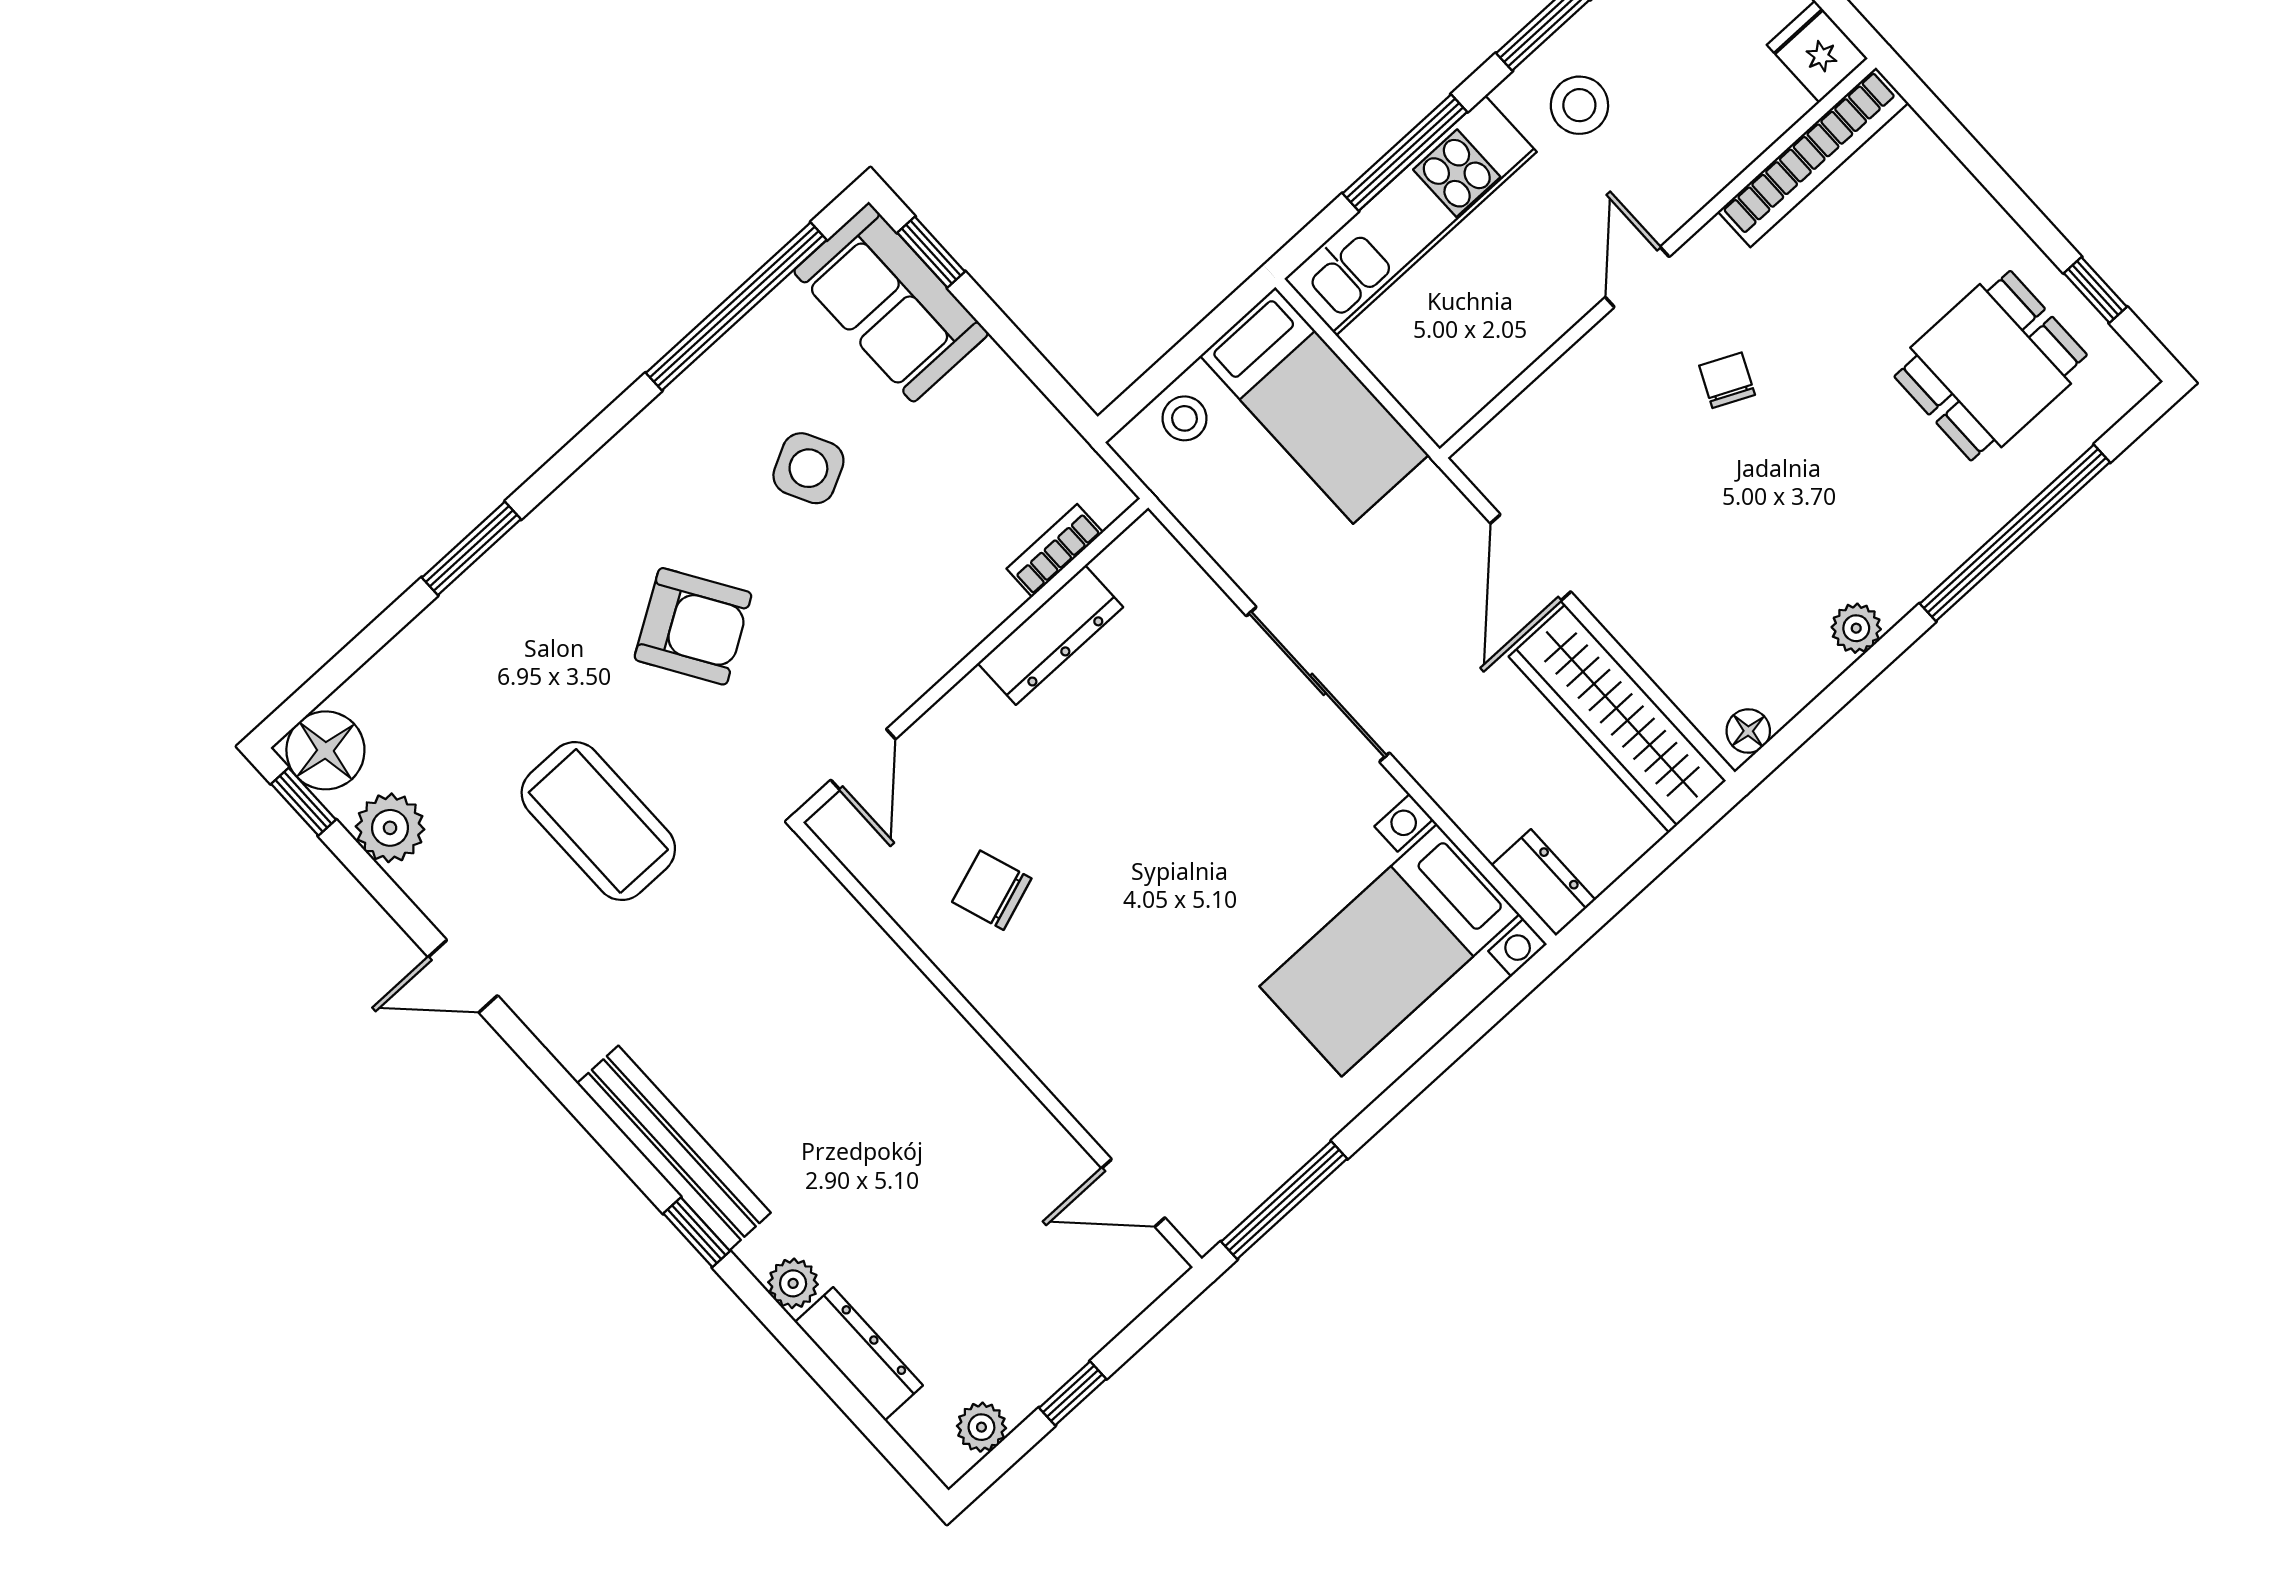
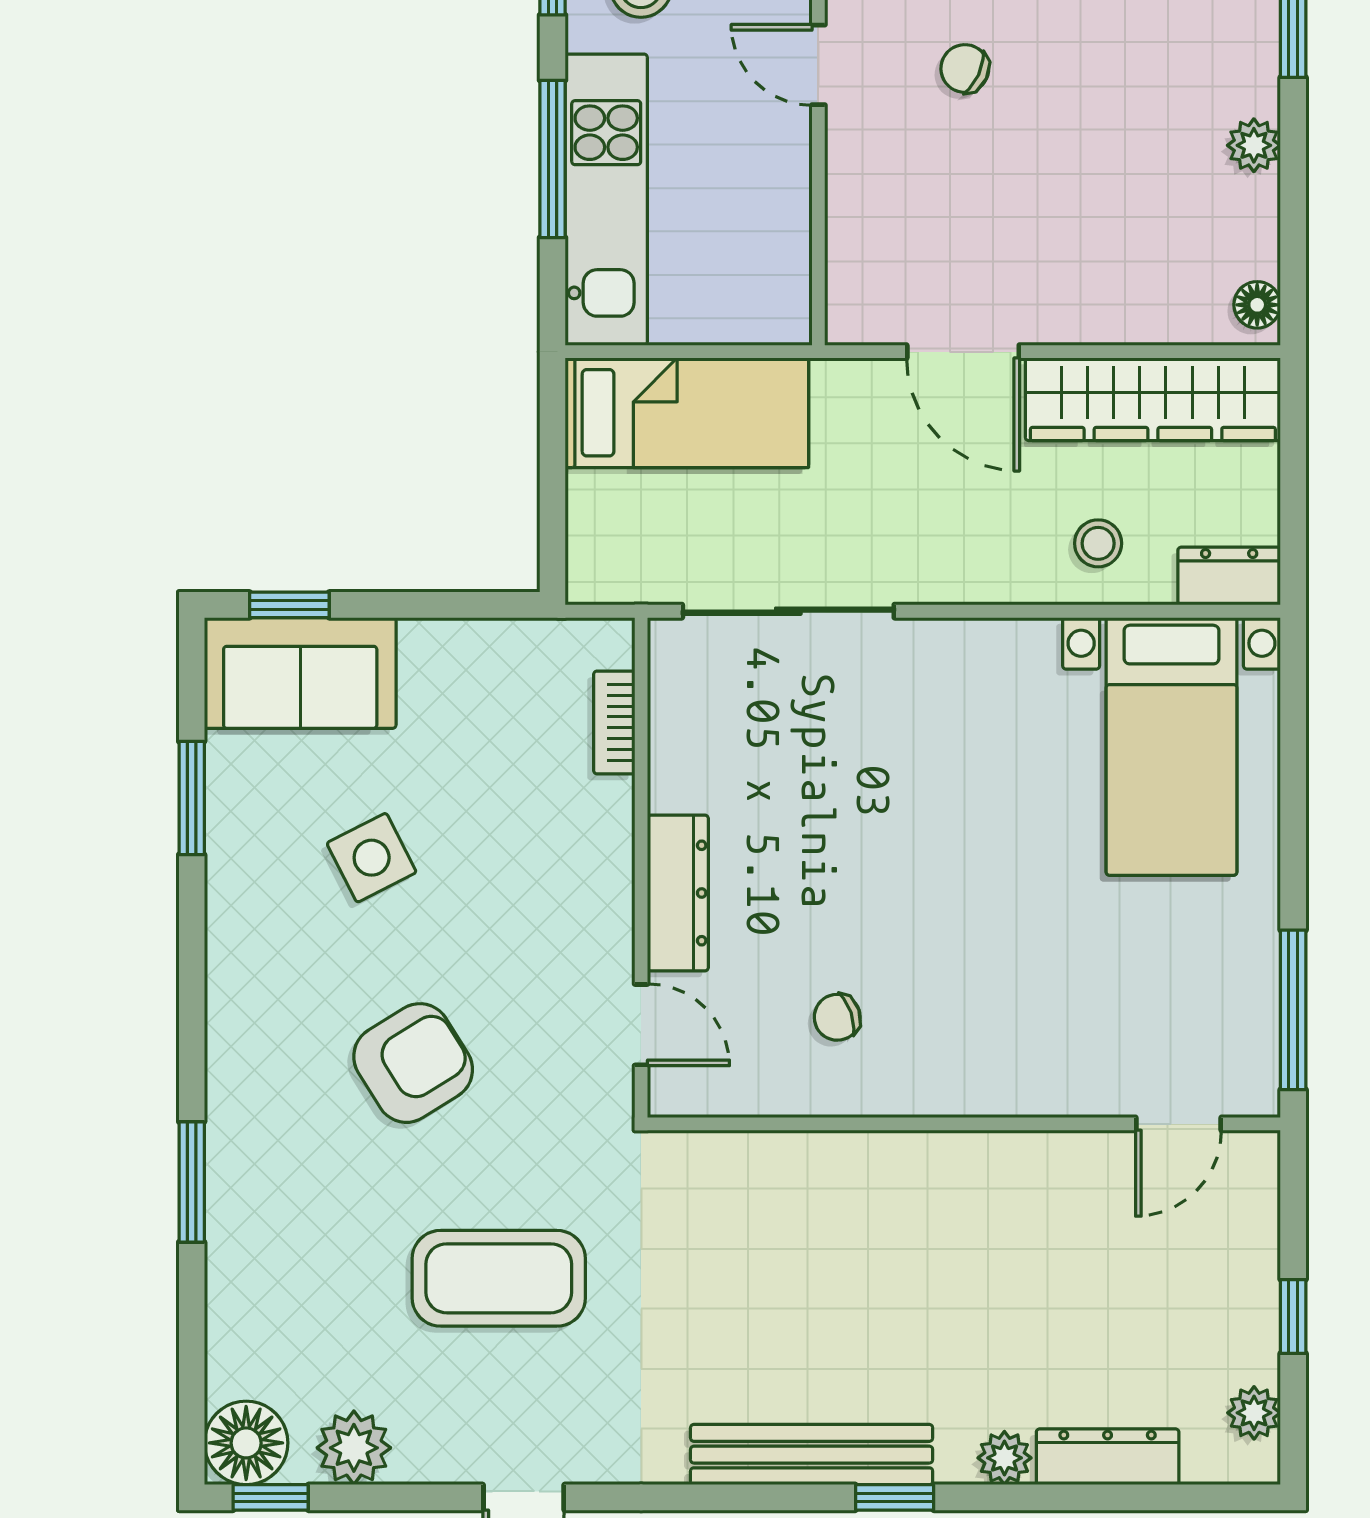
window: (736, 306) -> (192, 798), width x0.47
stool: (1184, 418) -> (1098, 543), moved
dresser: (1050, 635) -> (678, 893), moved
sliding door: (1318, 684) -> (788, 611), moved
chair: (992, 890) -> (837, 1017), width x0.73, depth x0.73

